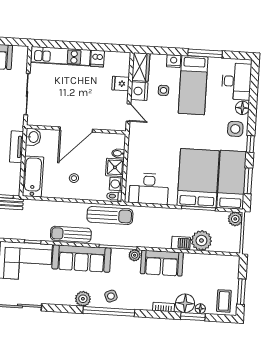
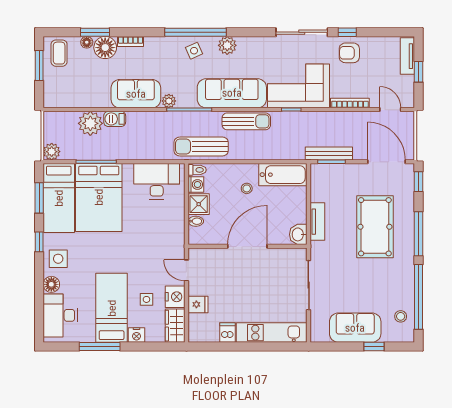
bathtub: (33, 176) -> (283, 175), moved, turned -90

